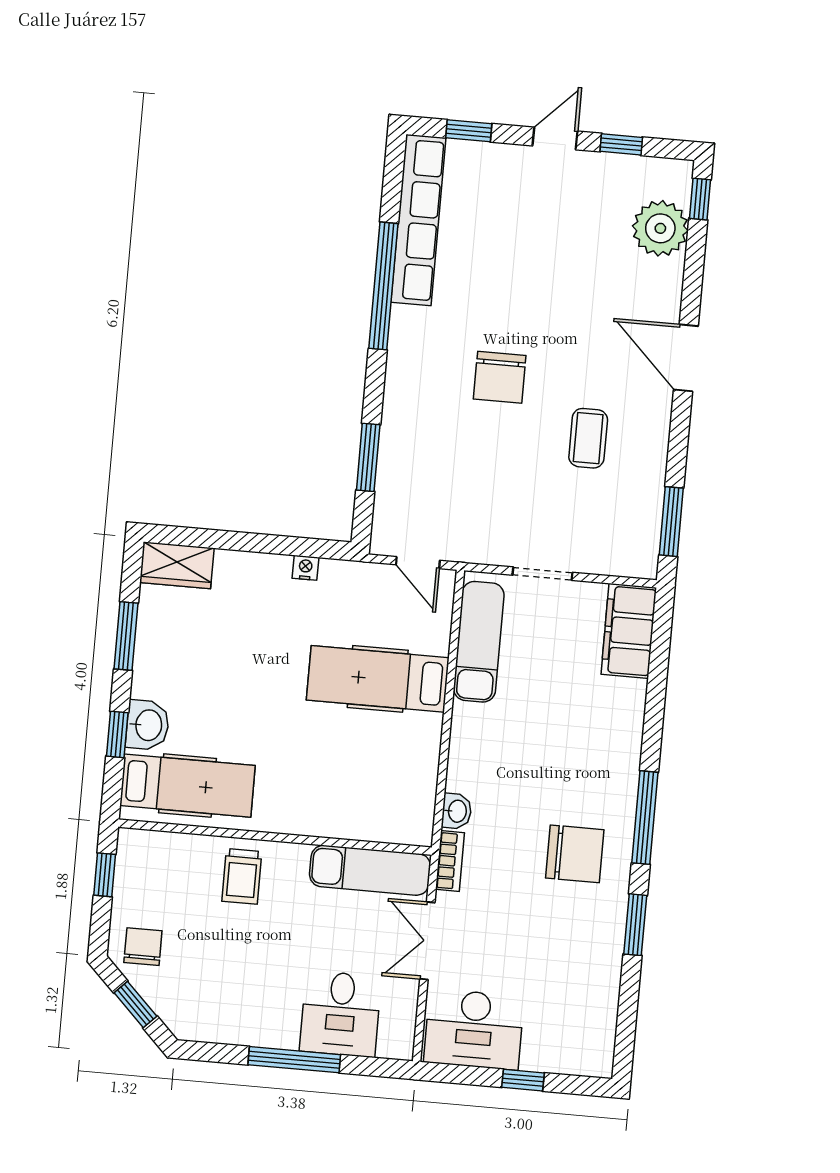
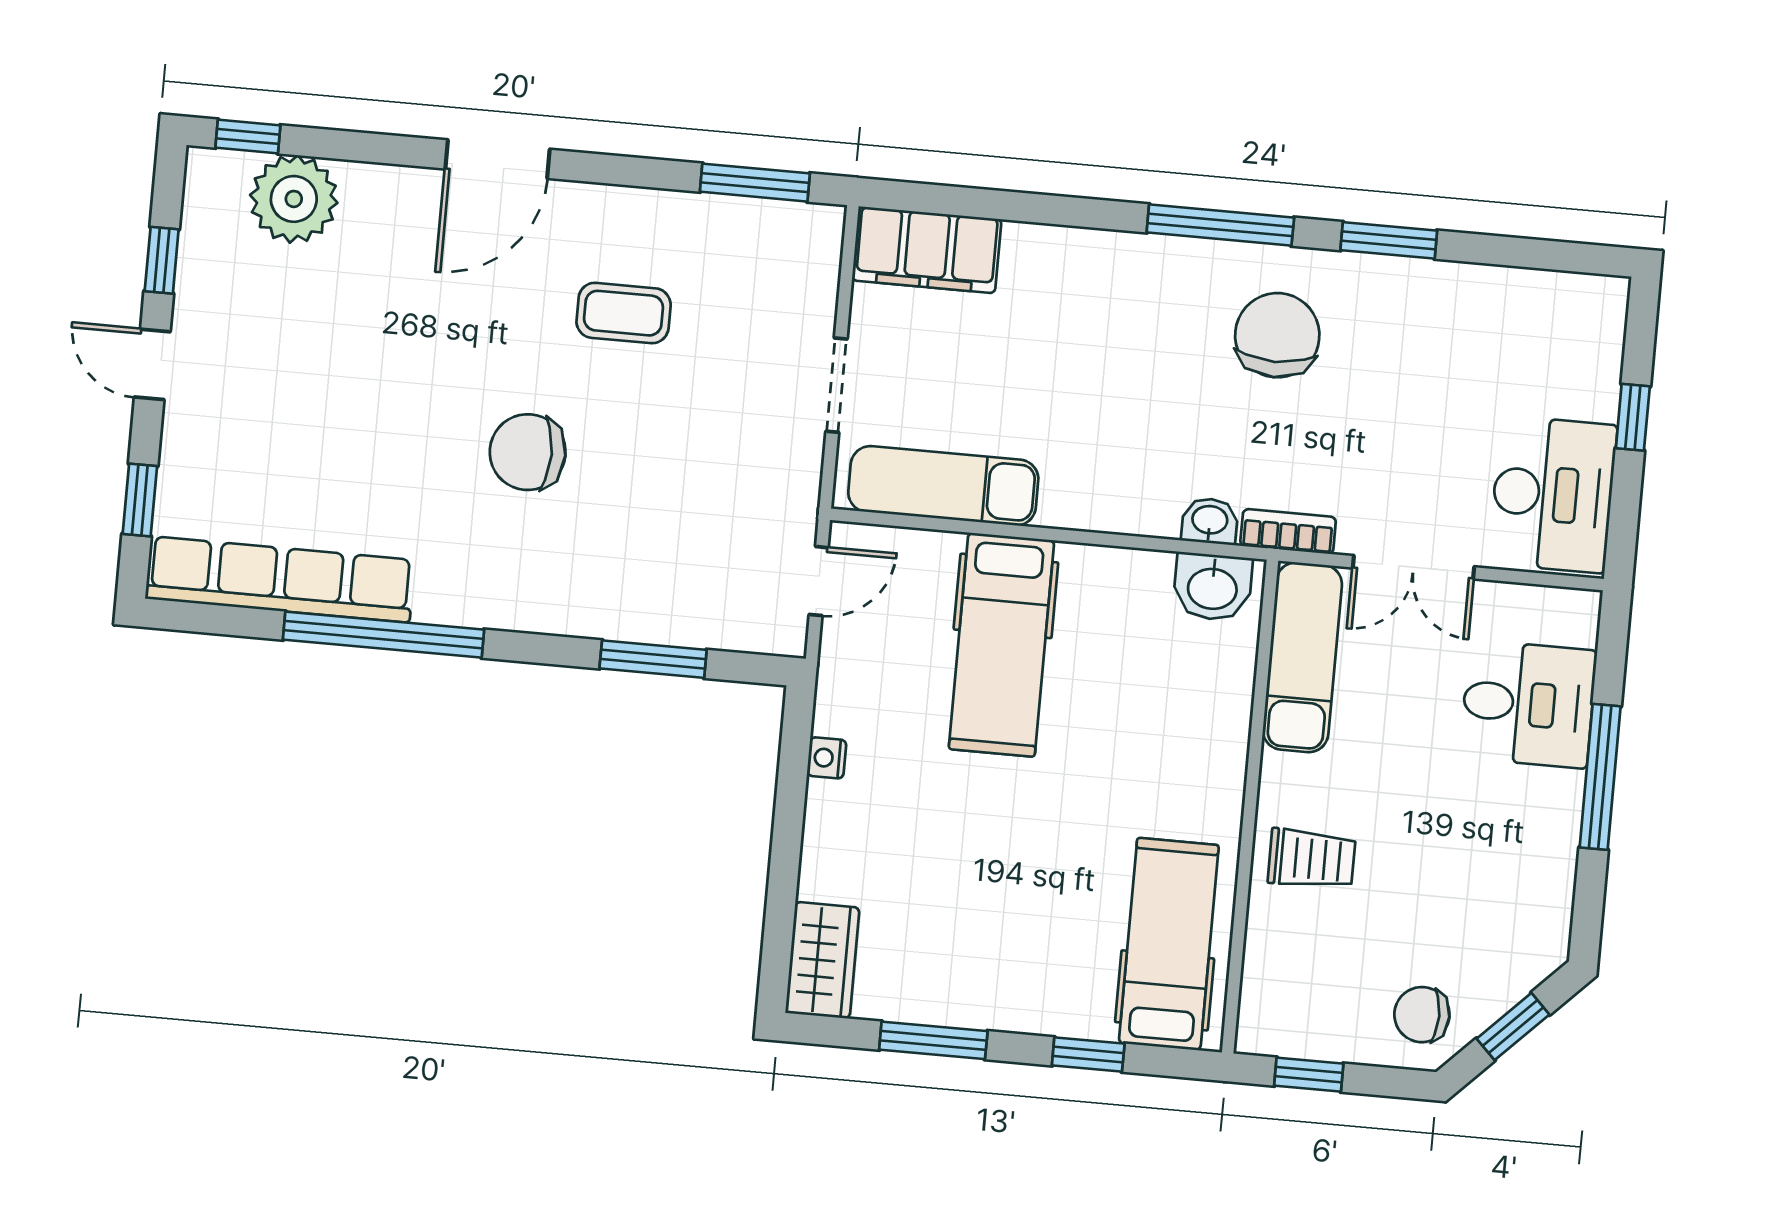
chair: (500, 377) -> (528, 452), turned 180
washbasin: (148, 725) -> (1212, 587), moved, turned 180

